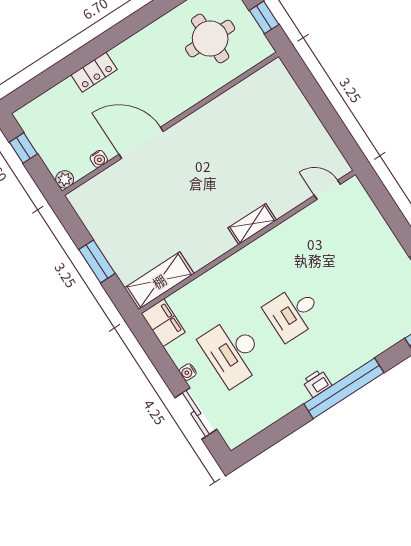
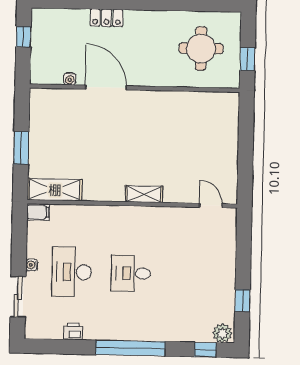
plant: (65, 179) -> (37, 77), removed
filing cabinet: (163, 323) -> (38, 212), width x0.50
printer: (317, 383) -> (73, 331), moved

